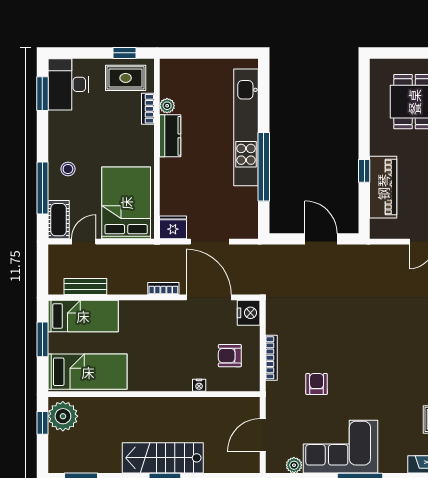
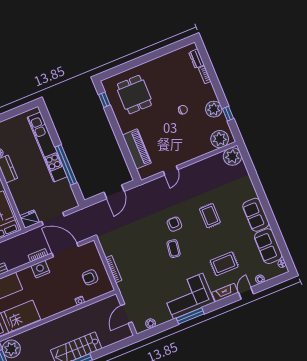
window: (364, 171) -> (104, 100), moved
door: (321, 239) -> (114, 192), swing flipped
nightstand: (249, 313) -> (40, 269), moved, turned -90
coffee table: (377, 364) -> (174, 249), added
armchair: (317, 384) -> (174, 224), moved
corner sofa: (341, 447) -> (188, 296), moved

